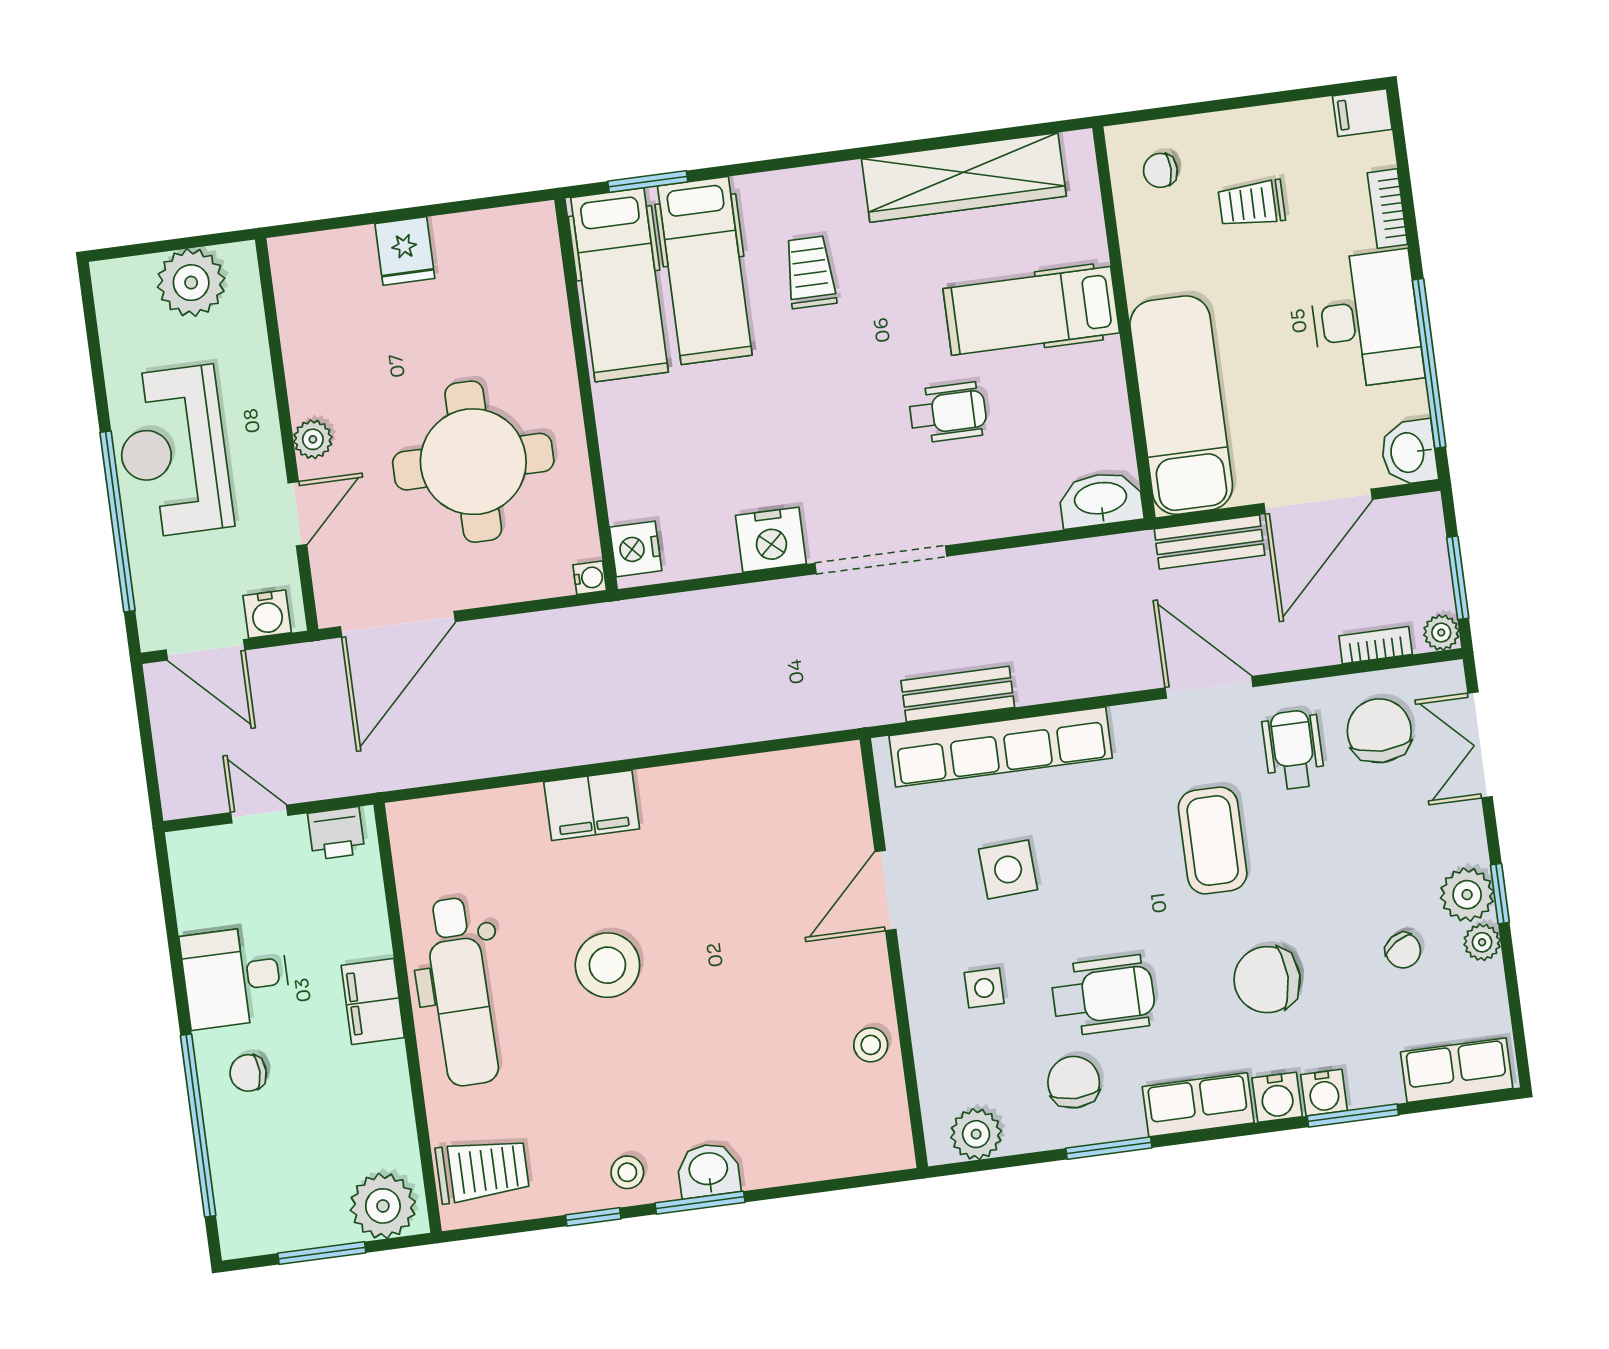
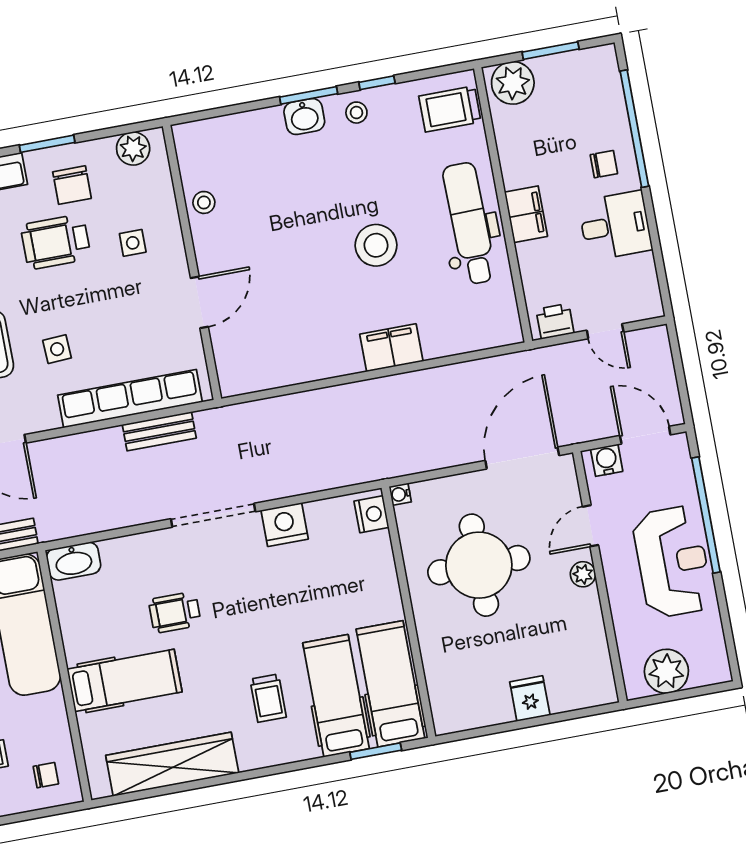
side table: (1008, 869) -> (57, 349), moved, width x0.73, depth x0.73

